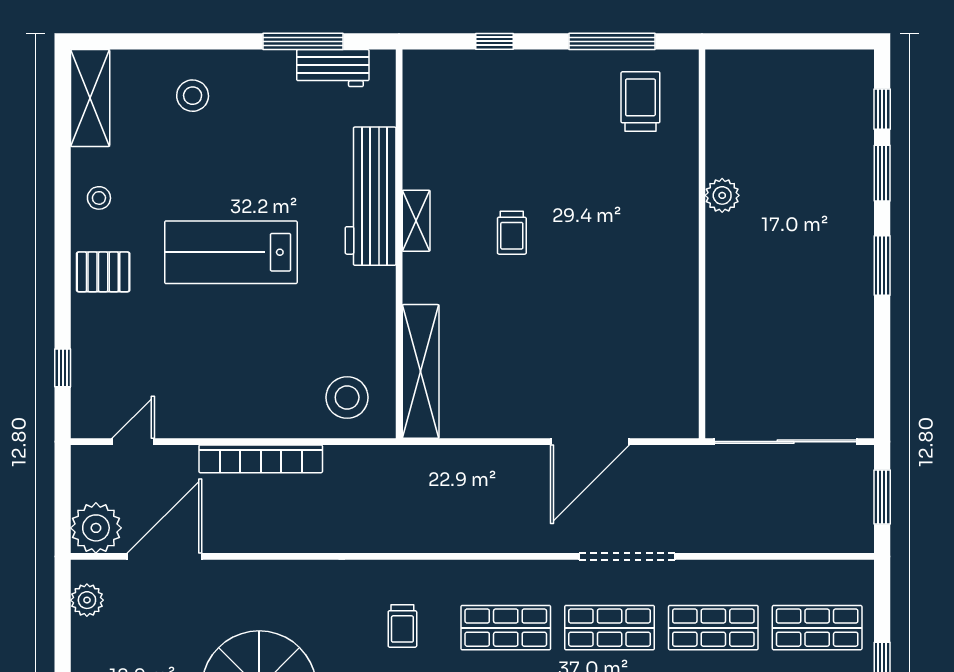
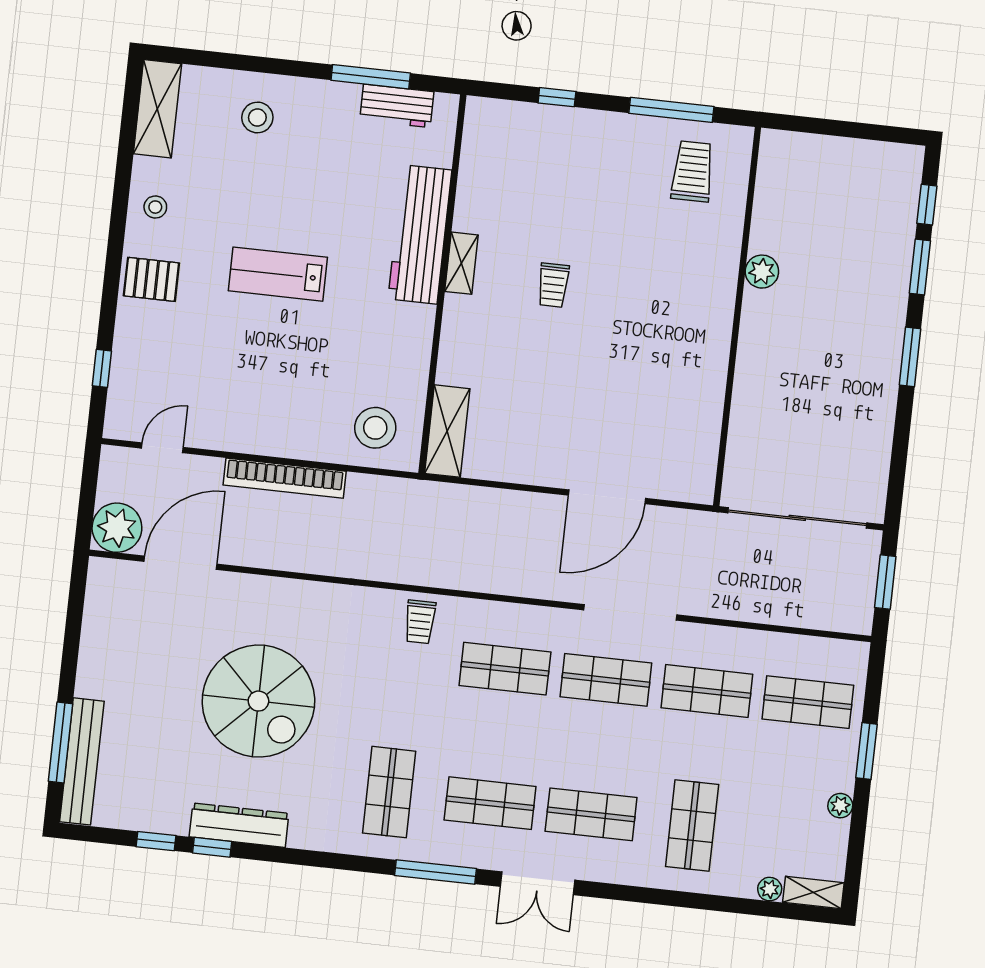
lab bench: (231, 252) -> (278, 274), width x0.73, depth x0.72
shelving: (421, 371) -> (447, 431), width x0.68
plant: (87, 600) -> (100, 597), removed
trolley: (402, 626) -> (420, 622), moved

